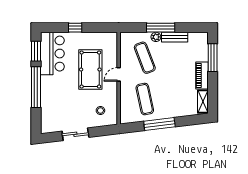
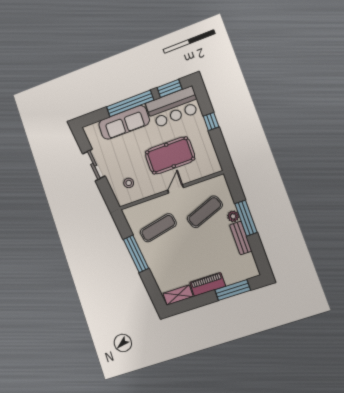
door: (119, 74) -> (176, 189), hinge flipped
sofa: (50, 97) -> (124, 122), added

